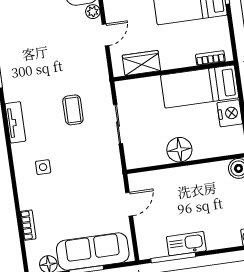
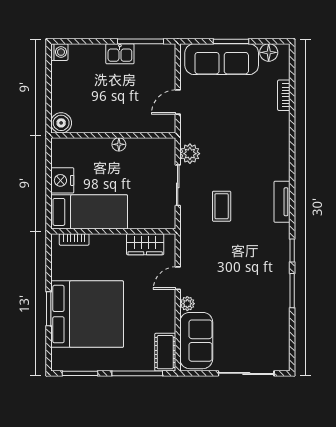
floor lamp: (179, 150) -> (119, 144), width x0.53, depth x0.53
plant: (111, 156) -> (190, 154), added
side table: (43, 167) -> (260, 152), removed
kitchen sink: (186, 244) -> (120, 54), width x0.73

